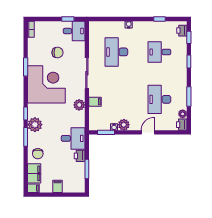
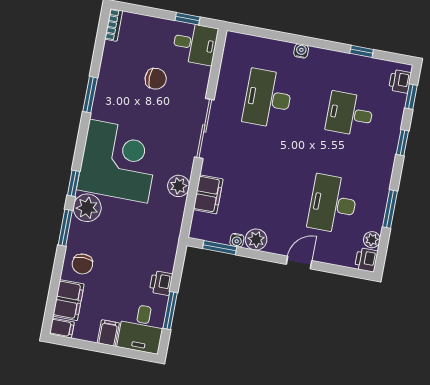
corner desk: (46, 84) -> (118, 161), moved
filing cabinet: (95, 102) -> (208, 194), width x2.00
desk: (73, 138) -> (141, 328), moved, turned 90

